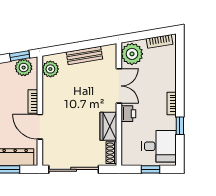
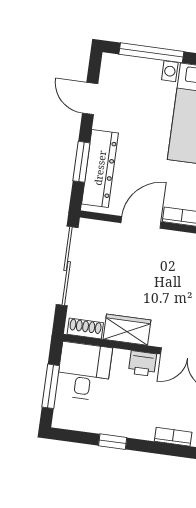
bookcase: (172, 103) -> (173, 437), moved
desk: (159, 146) -> (84, 371), moved, turned 180
window: (151, 169) -> (51, 386), width x1.50

